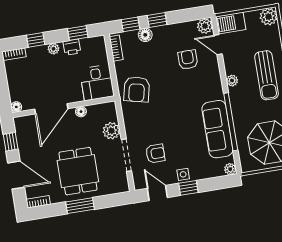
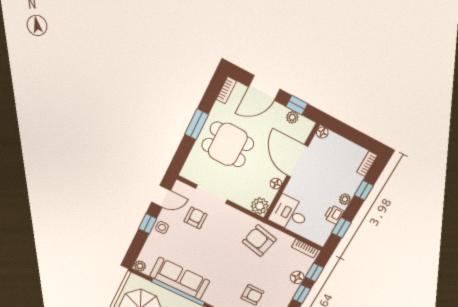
plant: (111, 131) -> (260, 206), moved
plant: (22, 138) -> (292, 117), added
armchair: (155, 154) -> (196, 218), turned 180

